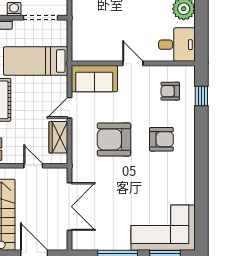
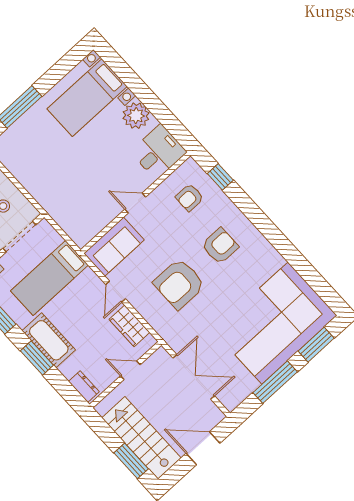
corner sofa: (163, 228) -> (275, 323), width x1.36, depth x1.36

